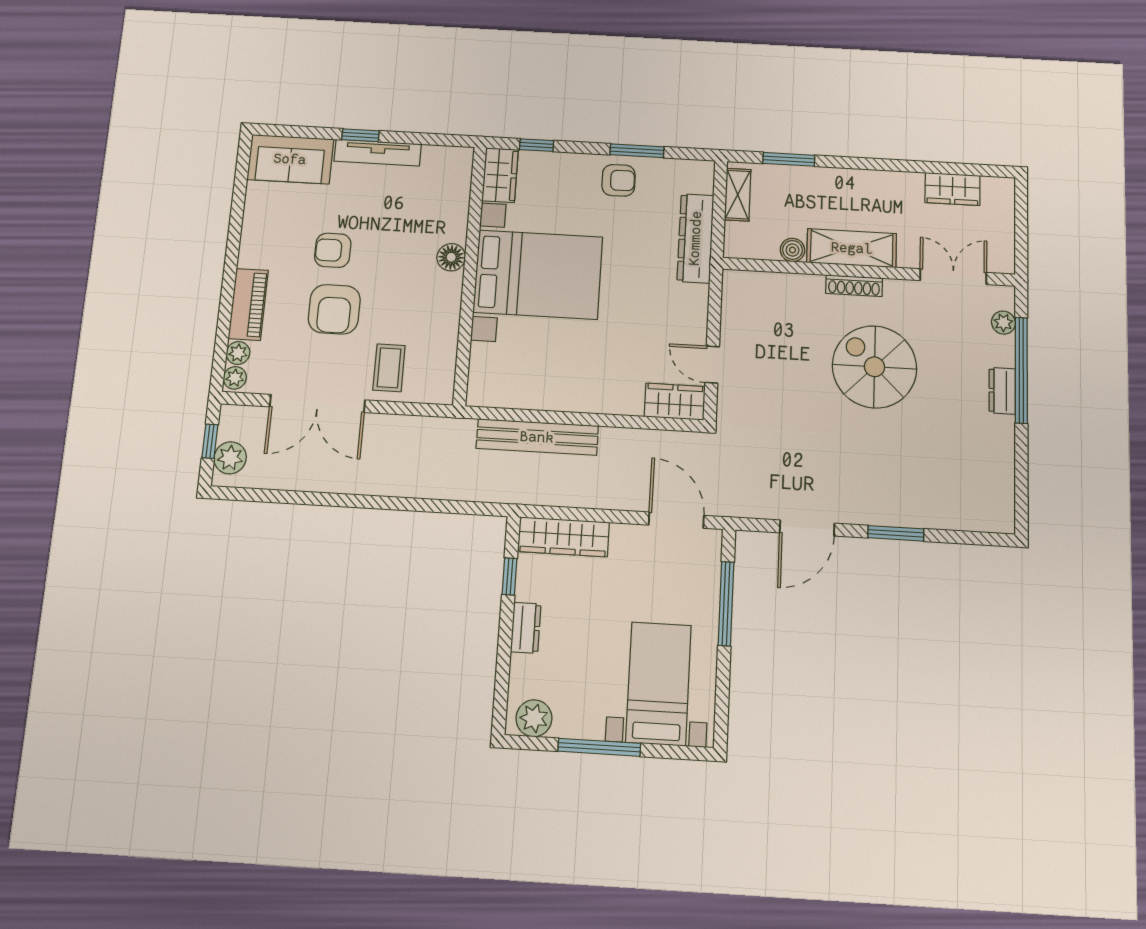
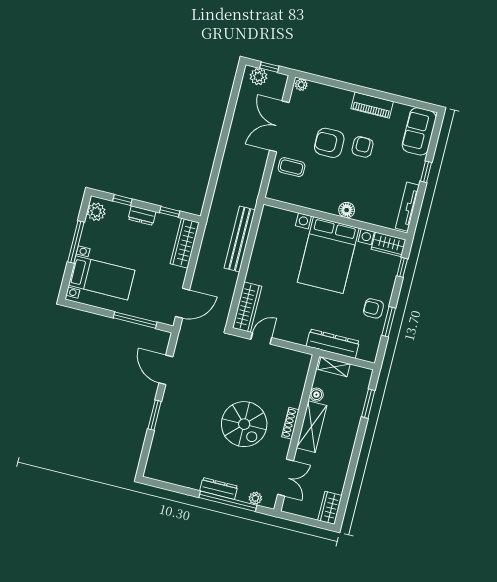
tv unit: (378, 153) -> (407, 207), moved
armchair: (619, 180) -> (373, 308), turned 91
wardrobe: (952, 189) -> (330, 508), moved
shelving: (738, 195) -> (334, 367), moved
piano: (248, 304) -> (372, 105), moved
plant: (238, 353) -> (315, 88), removed
spiral stairs: (874, 367) -> (244, 424), turned 90
dresser: (1002, 391) -> (219, 488), width x1.44
wardrobe: (675, 402) -> (247, 307), width x1.50
window: (503, 671) -> (122, 200), added

